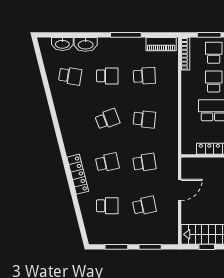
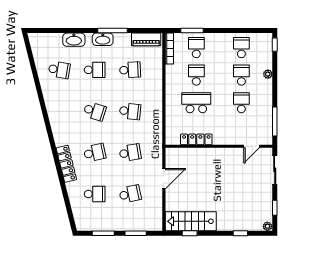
washbasin: (62, 44) -> (103, 39), moved
school desk: (107, 119) -> (95, 111), turned 39

